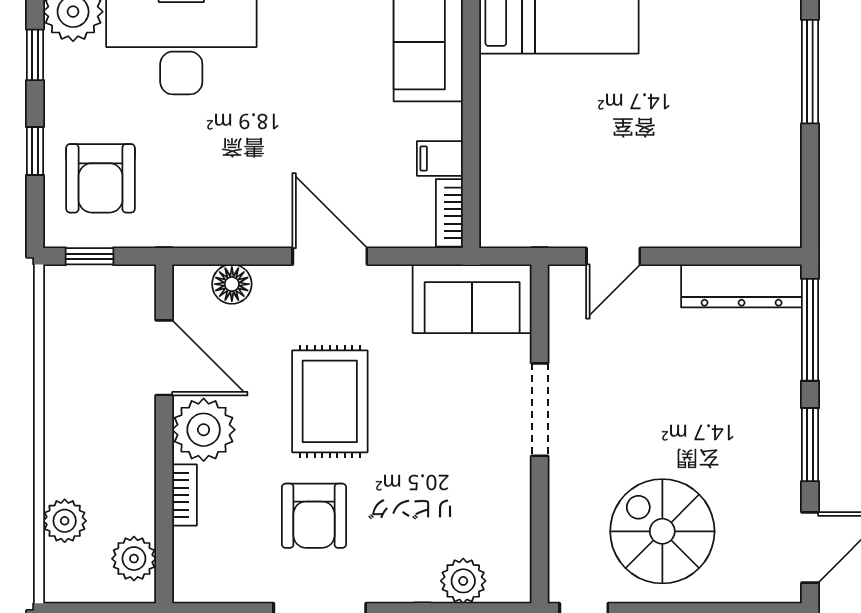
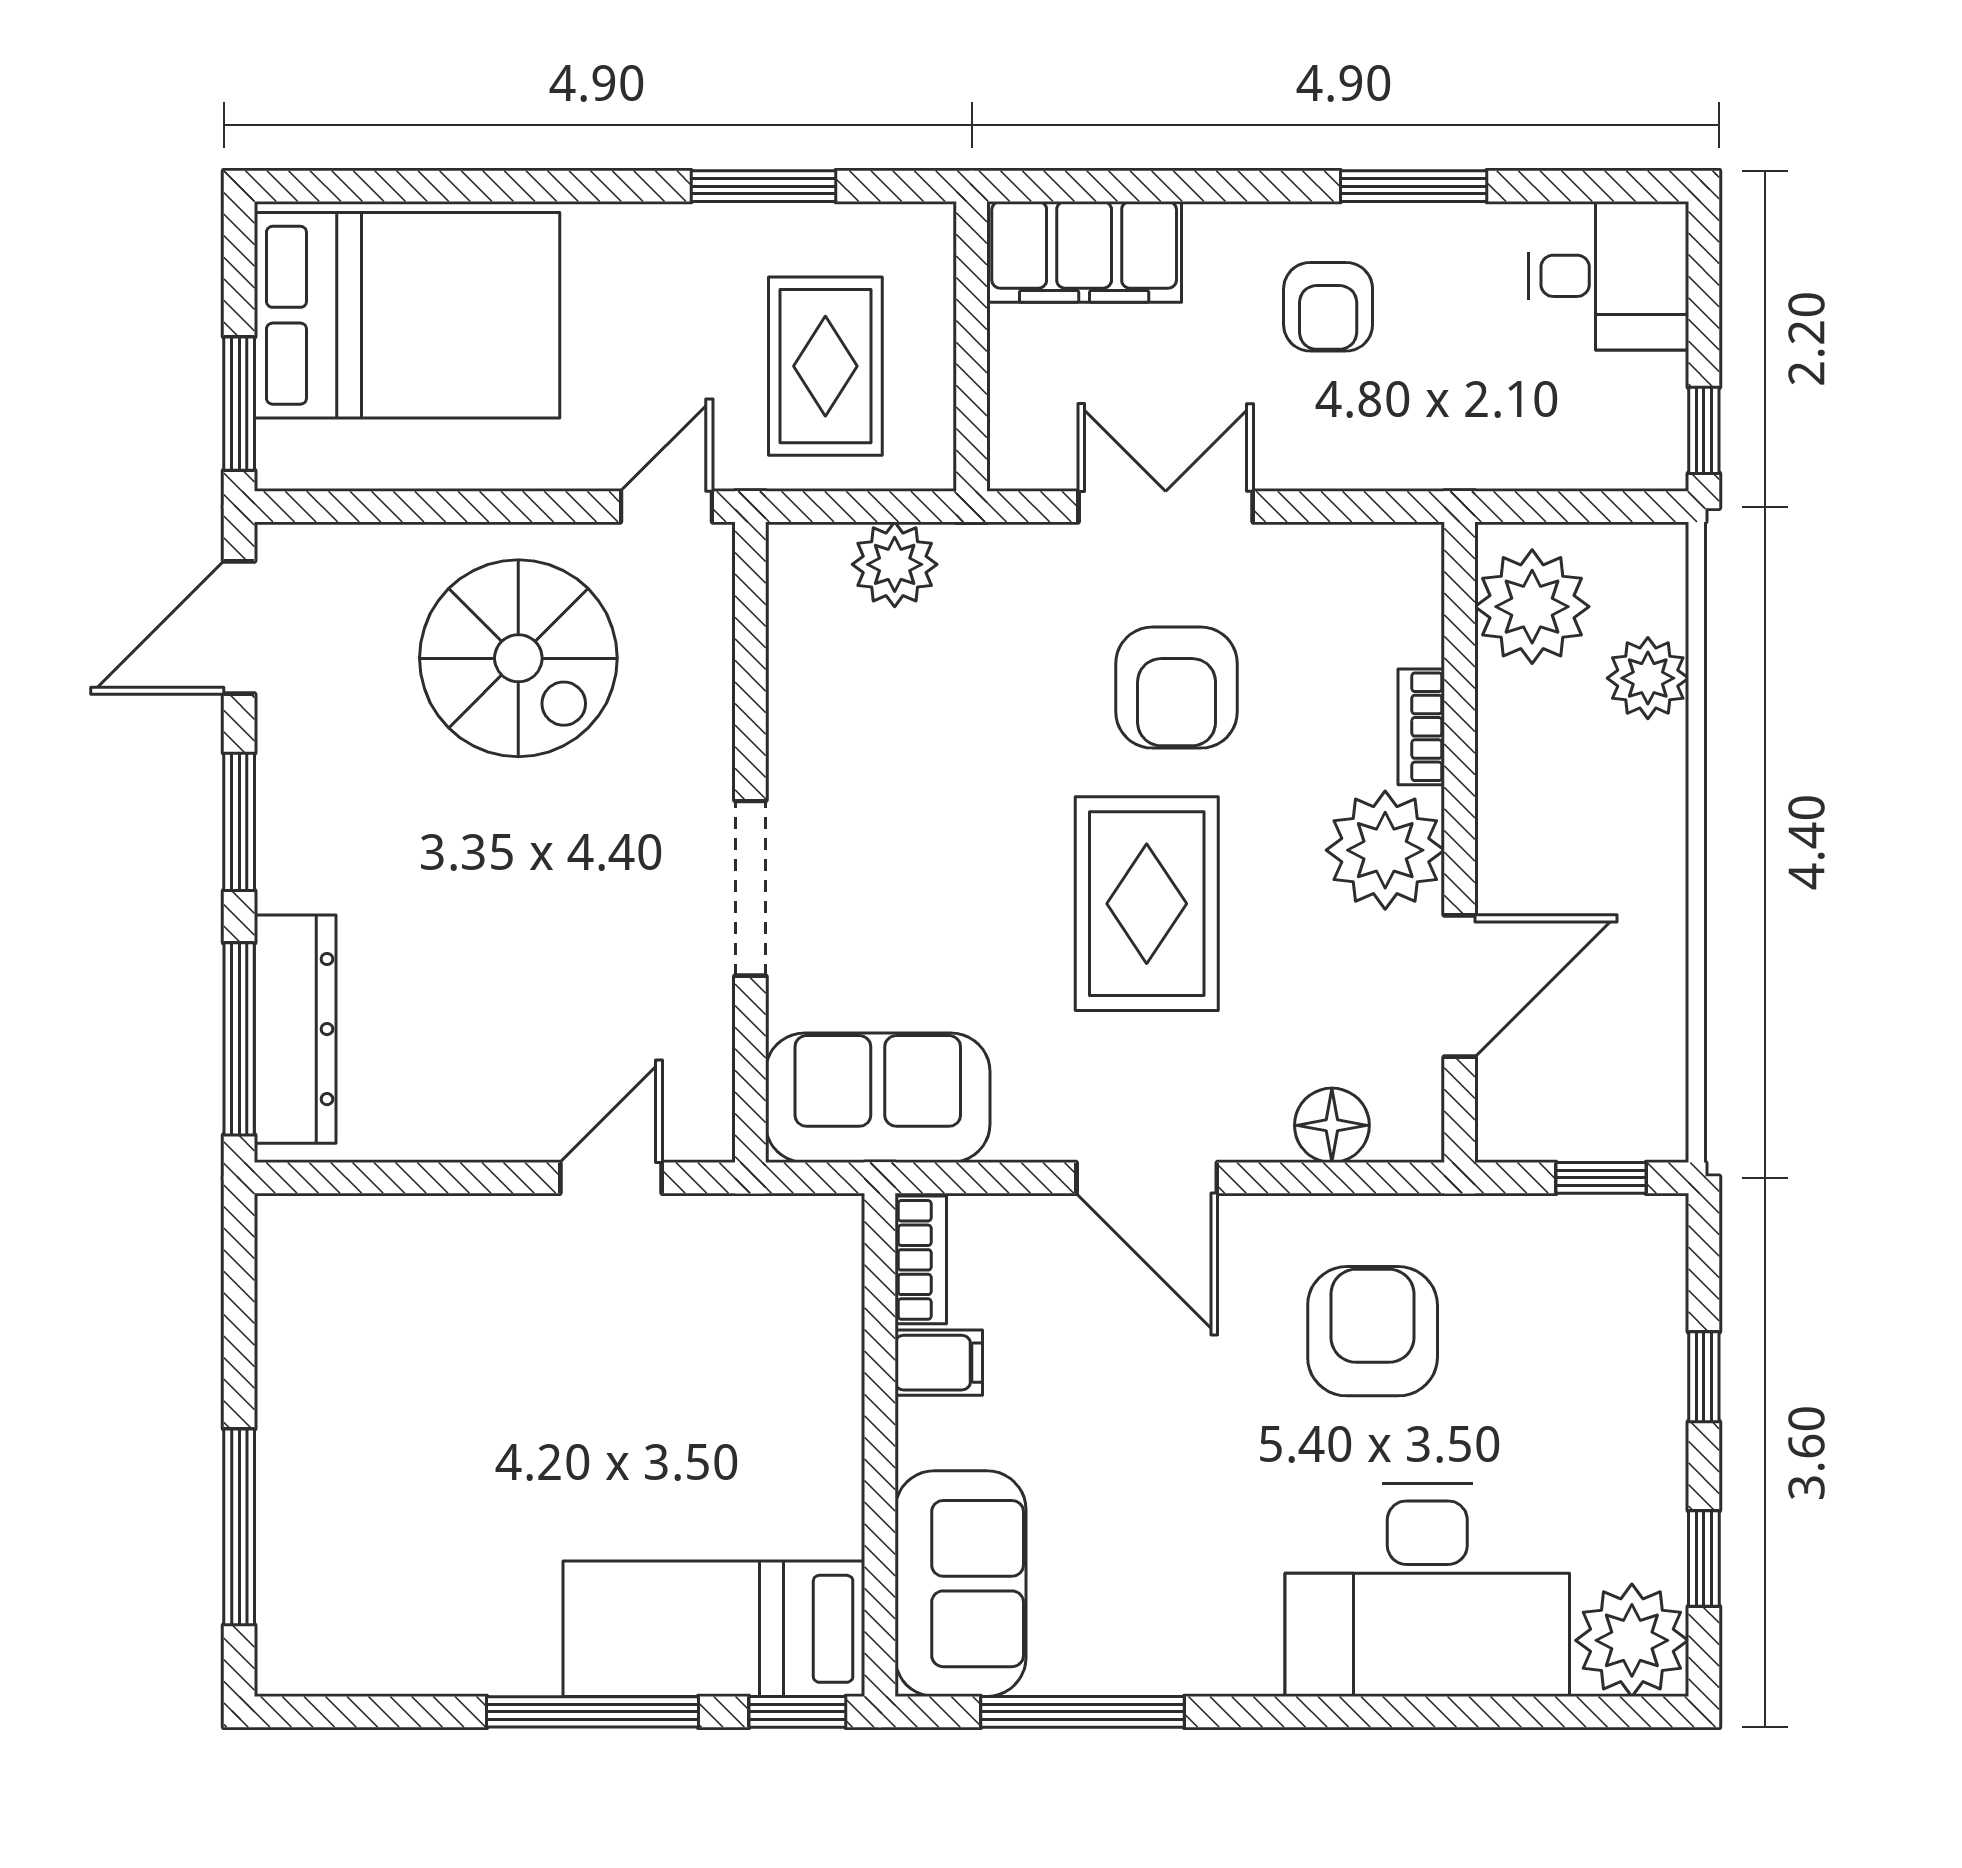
armchair: (101, 178) -> (1373, 1331), moved
dresser: (742, 286) -> (295, 1029), moved, turned 90
door: (164, 358) -> (1460, 986), swing flipped
armchair: (314, 516) -> (1177, 688), turned 180
plant: (134, 559) -> (1532, 607), width x1.36, depth x1.36

